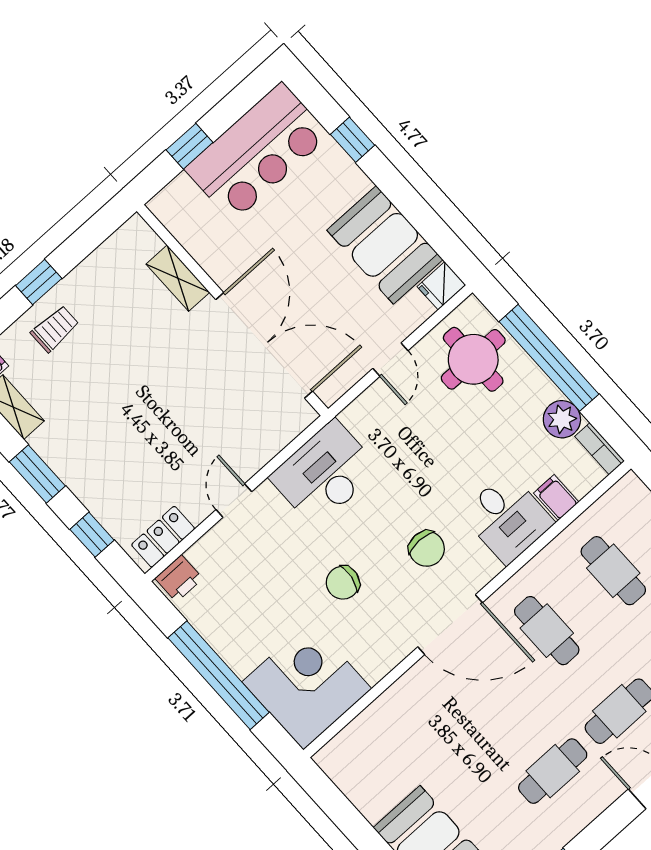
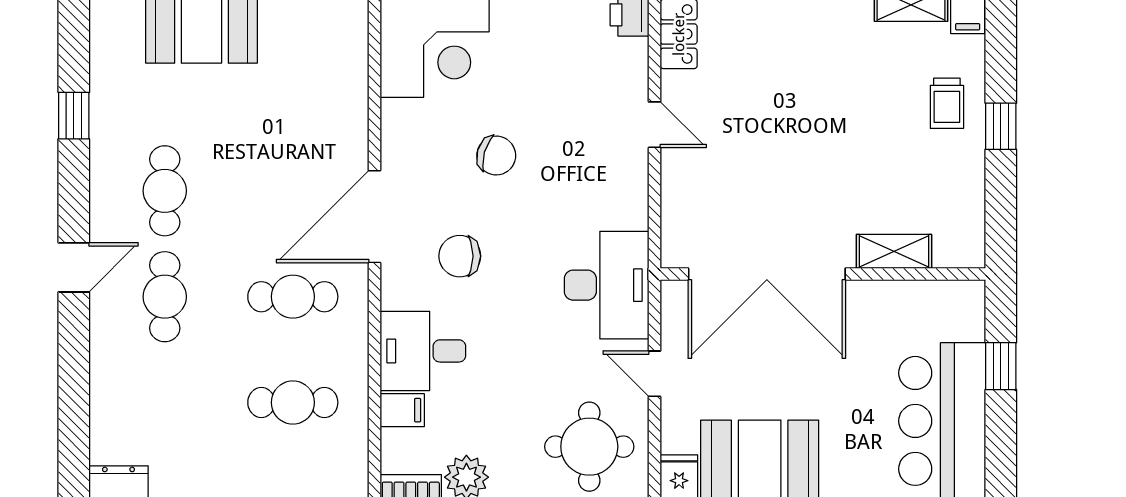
desk: (325, 473) -> (607, 285), moved
chair: (343, 583) -> (496, 156), turned 97

